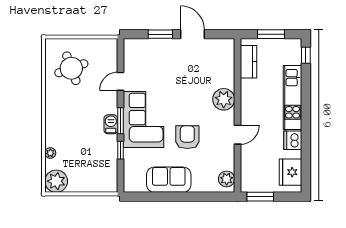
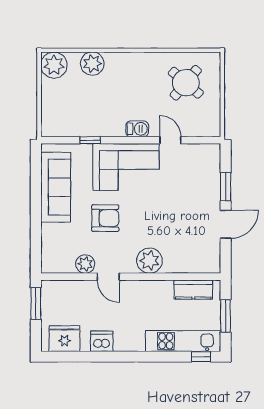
round table: (71, 68) -> (186, 83), turned -30
kitchen unit: (293, 98) -> (183, 341), moved
window: (121, 121) -> (124, 140), removed
barbecue: (111, 124) -> (137, 129), moved
plant: (50, 153) -> (92, 64), width x1.87, depth x1.87
plant: (227, 179) -> (85, 264), moved
sofa: (169, 180) -> (56, 187), width x1.36

